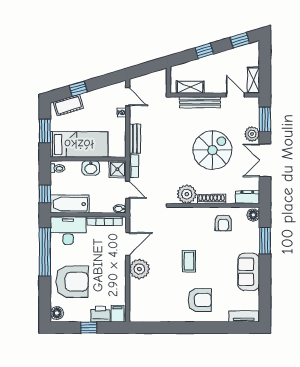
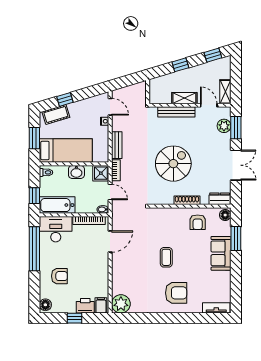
shelving: (190, 87) -> (184, 98), moved
plant: (252, 134) -> (224, 126), moved
spiral stairs: (212, 150) -> (173, 164), moved
double door: (265, 160) -> (236, 165), swing flipped
plant: (187, 194) -> (164, 196), removed
plant: (139, 269) -> (121, 304), moved
sofa: (249, 272) -> (221, 253), moved
armchair: (72, 282) -> (59, 276), width x0.53, depth x0.53

